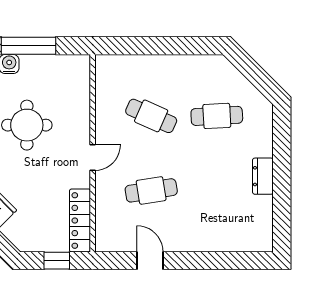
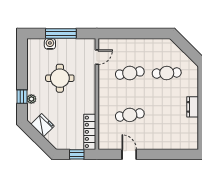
cafe table: (151, 116) -> (130, 73), turned -33
door: (93, 158) -> (97, 57), moved

